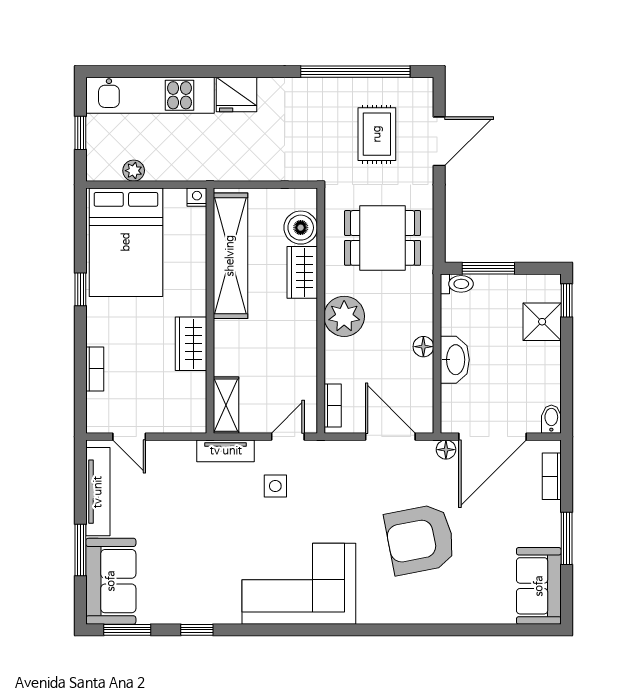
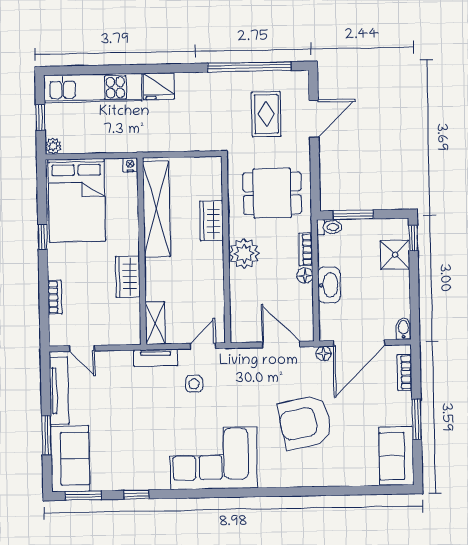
plant: (134, 171) -> (53, 146), moved
boiler: (301, 228) -> (210, 187), removed
bookcase: (333, 405) -> (306, 249), moved, turned 180

